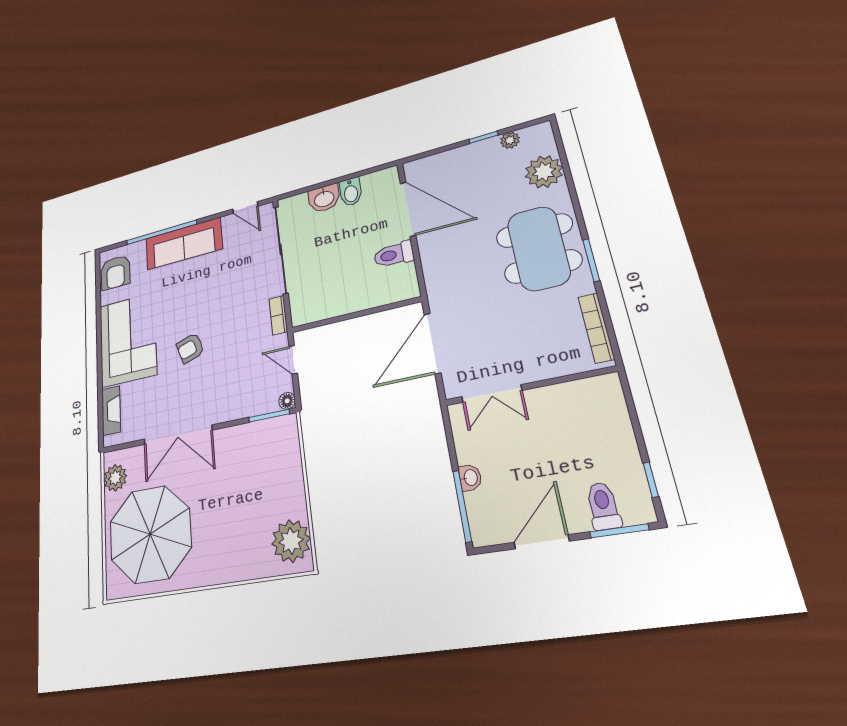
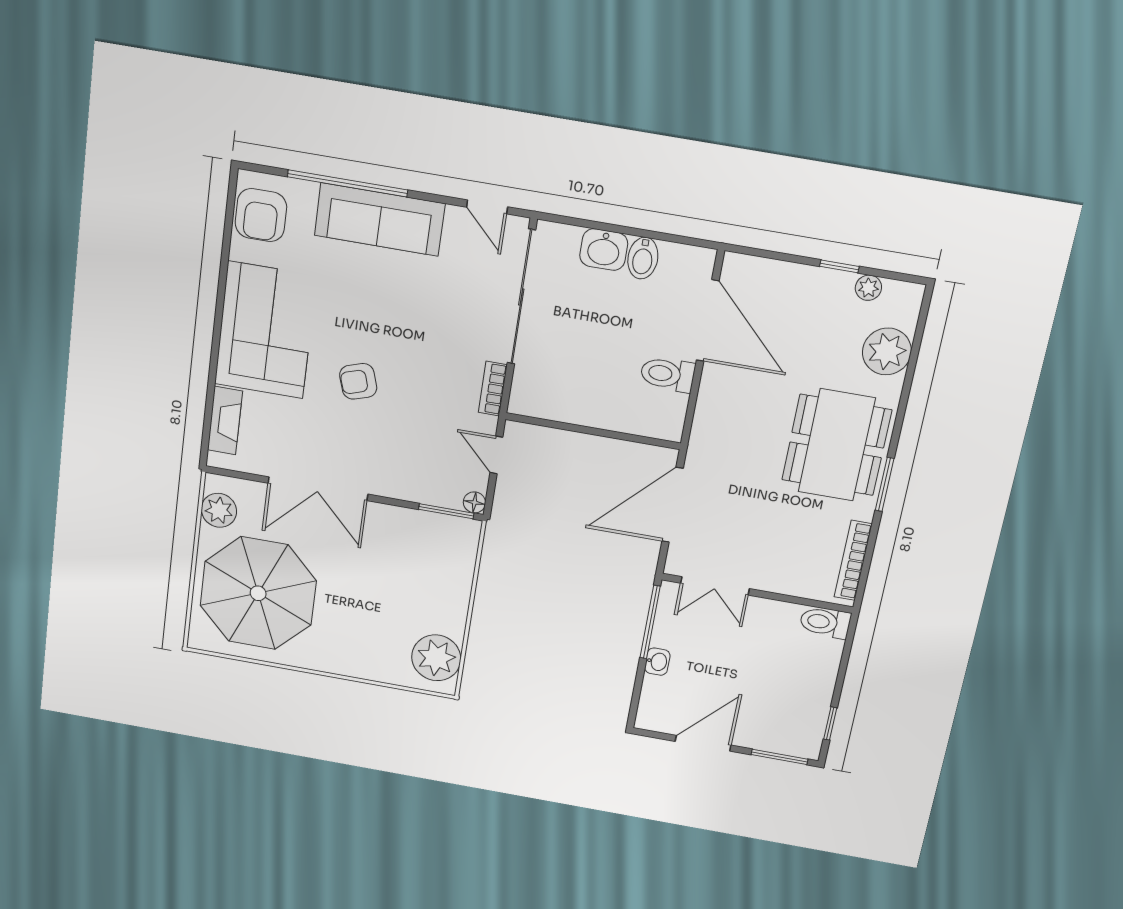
window: (462, 506) -> (650, 622), moved
toilet: (603, 506) -> (825, 622), moved, turned -90

